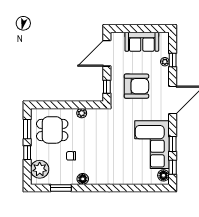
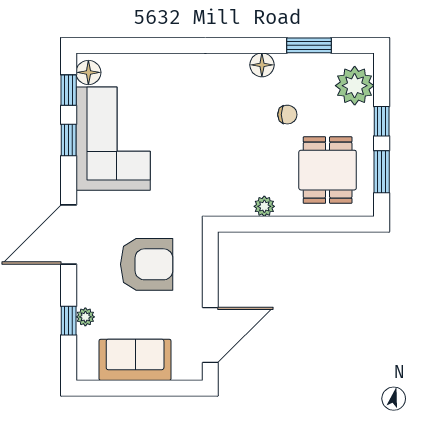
armchair: (136, 86) -> (147, 264), turned 180
window: (107, 87) -> (210, 263), removed
dining table: (52, 130) -> (328, 170), turned 90

